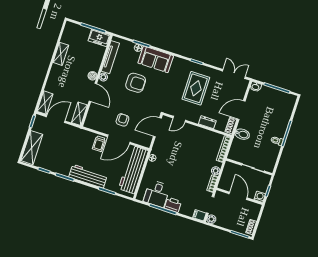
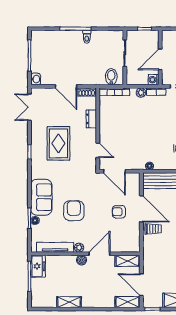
rug: (196, 88) -> (58, 143), turned 90
bidet: (242, 134) -> (111, 77), moved
washing machine: (260, 197) -> (154, 80), moved

